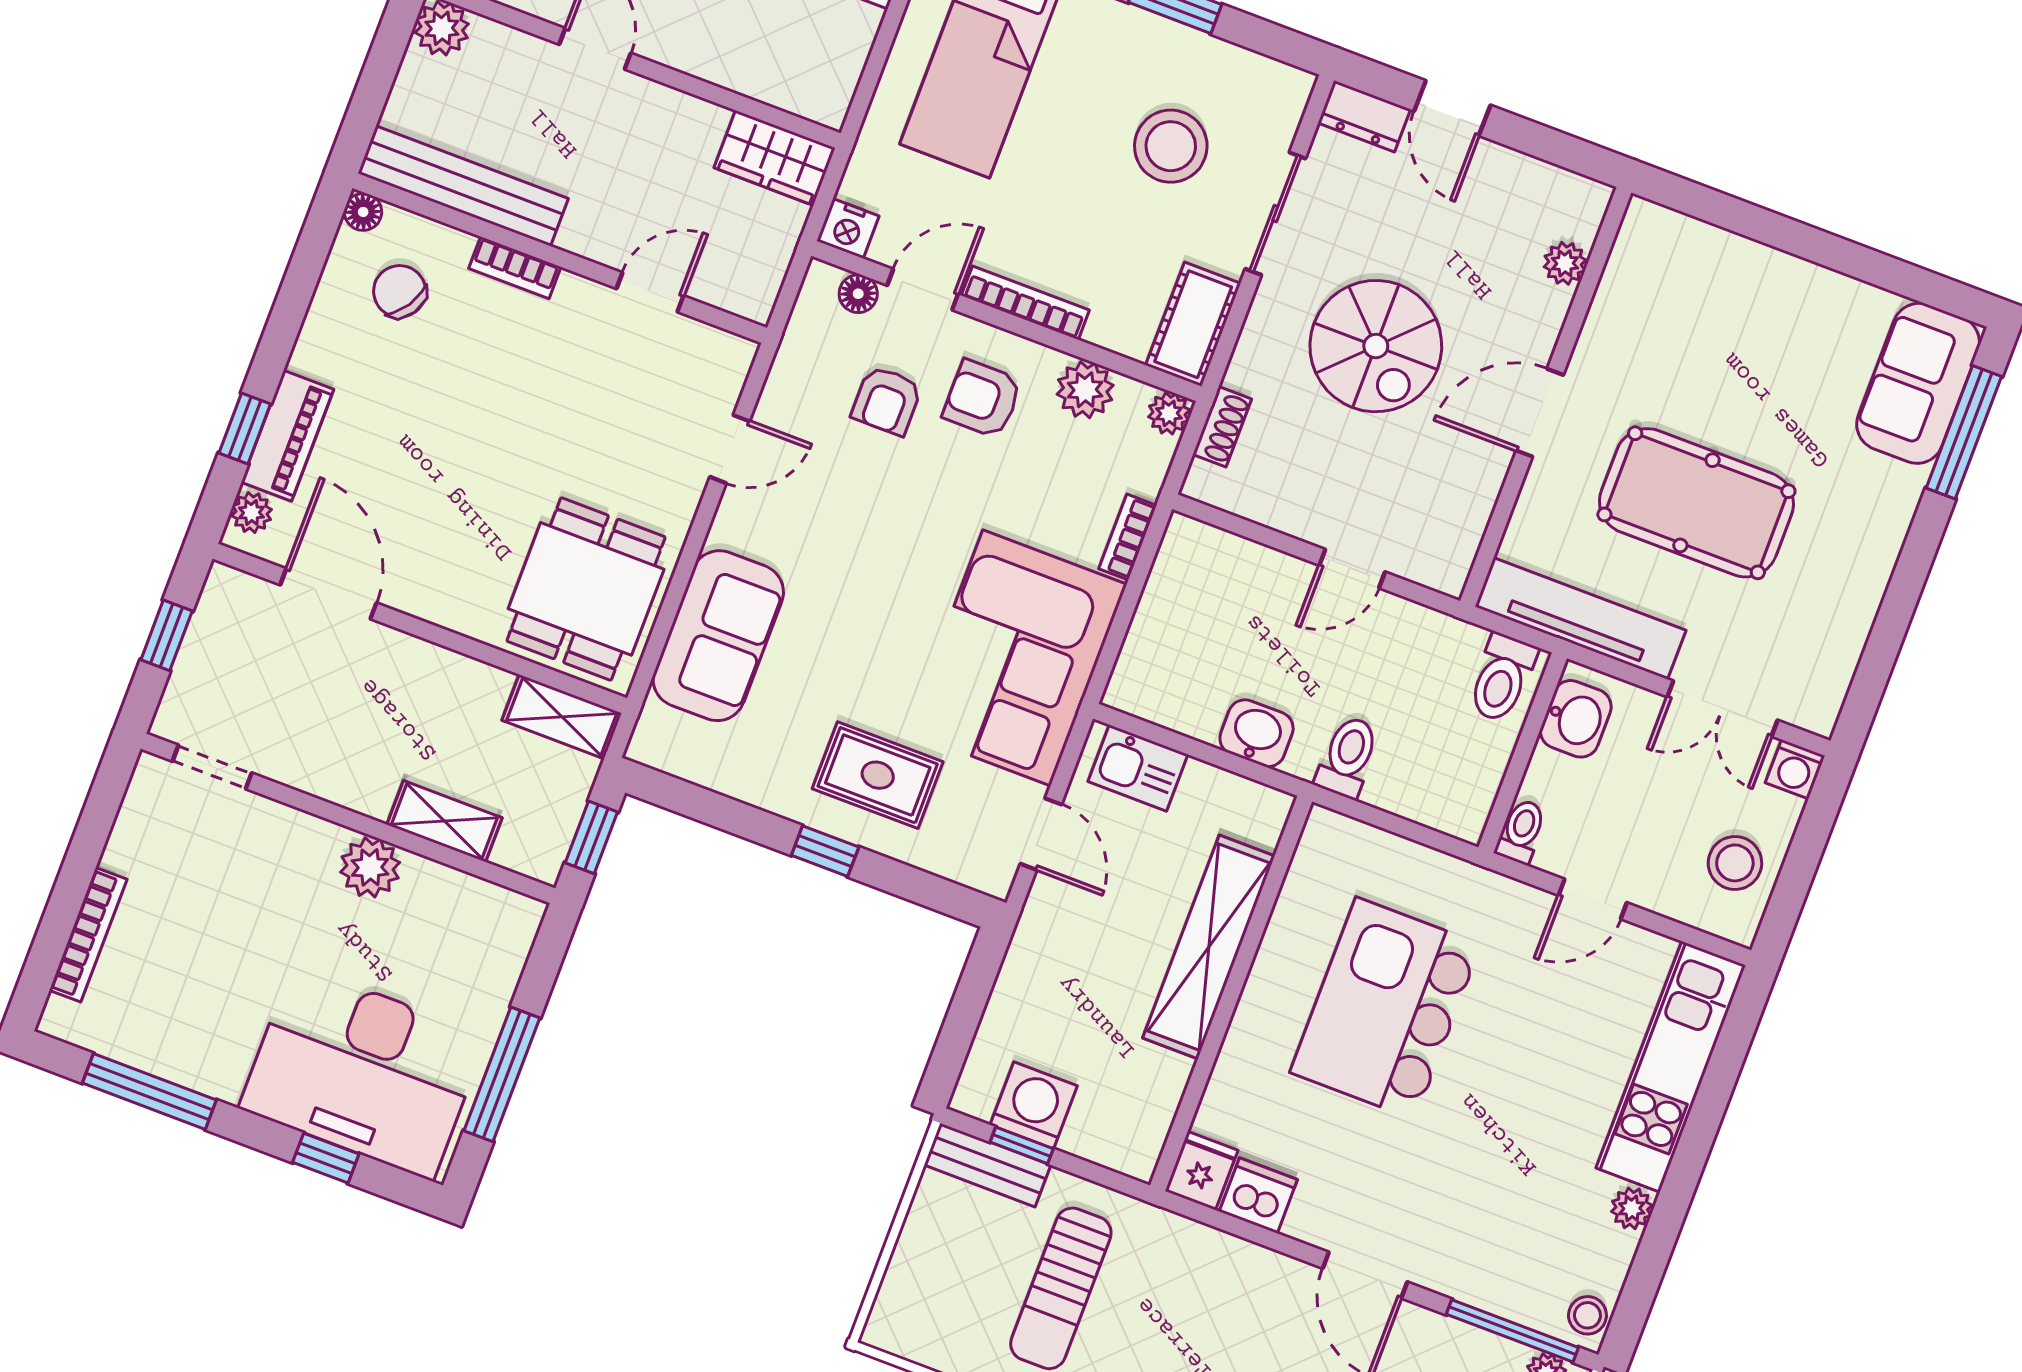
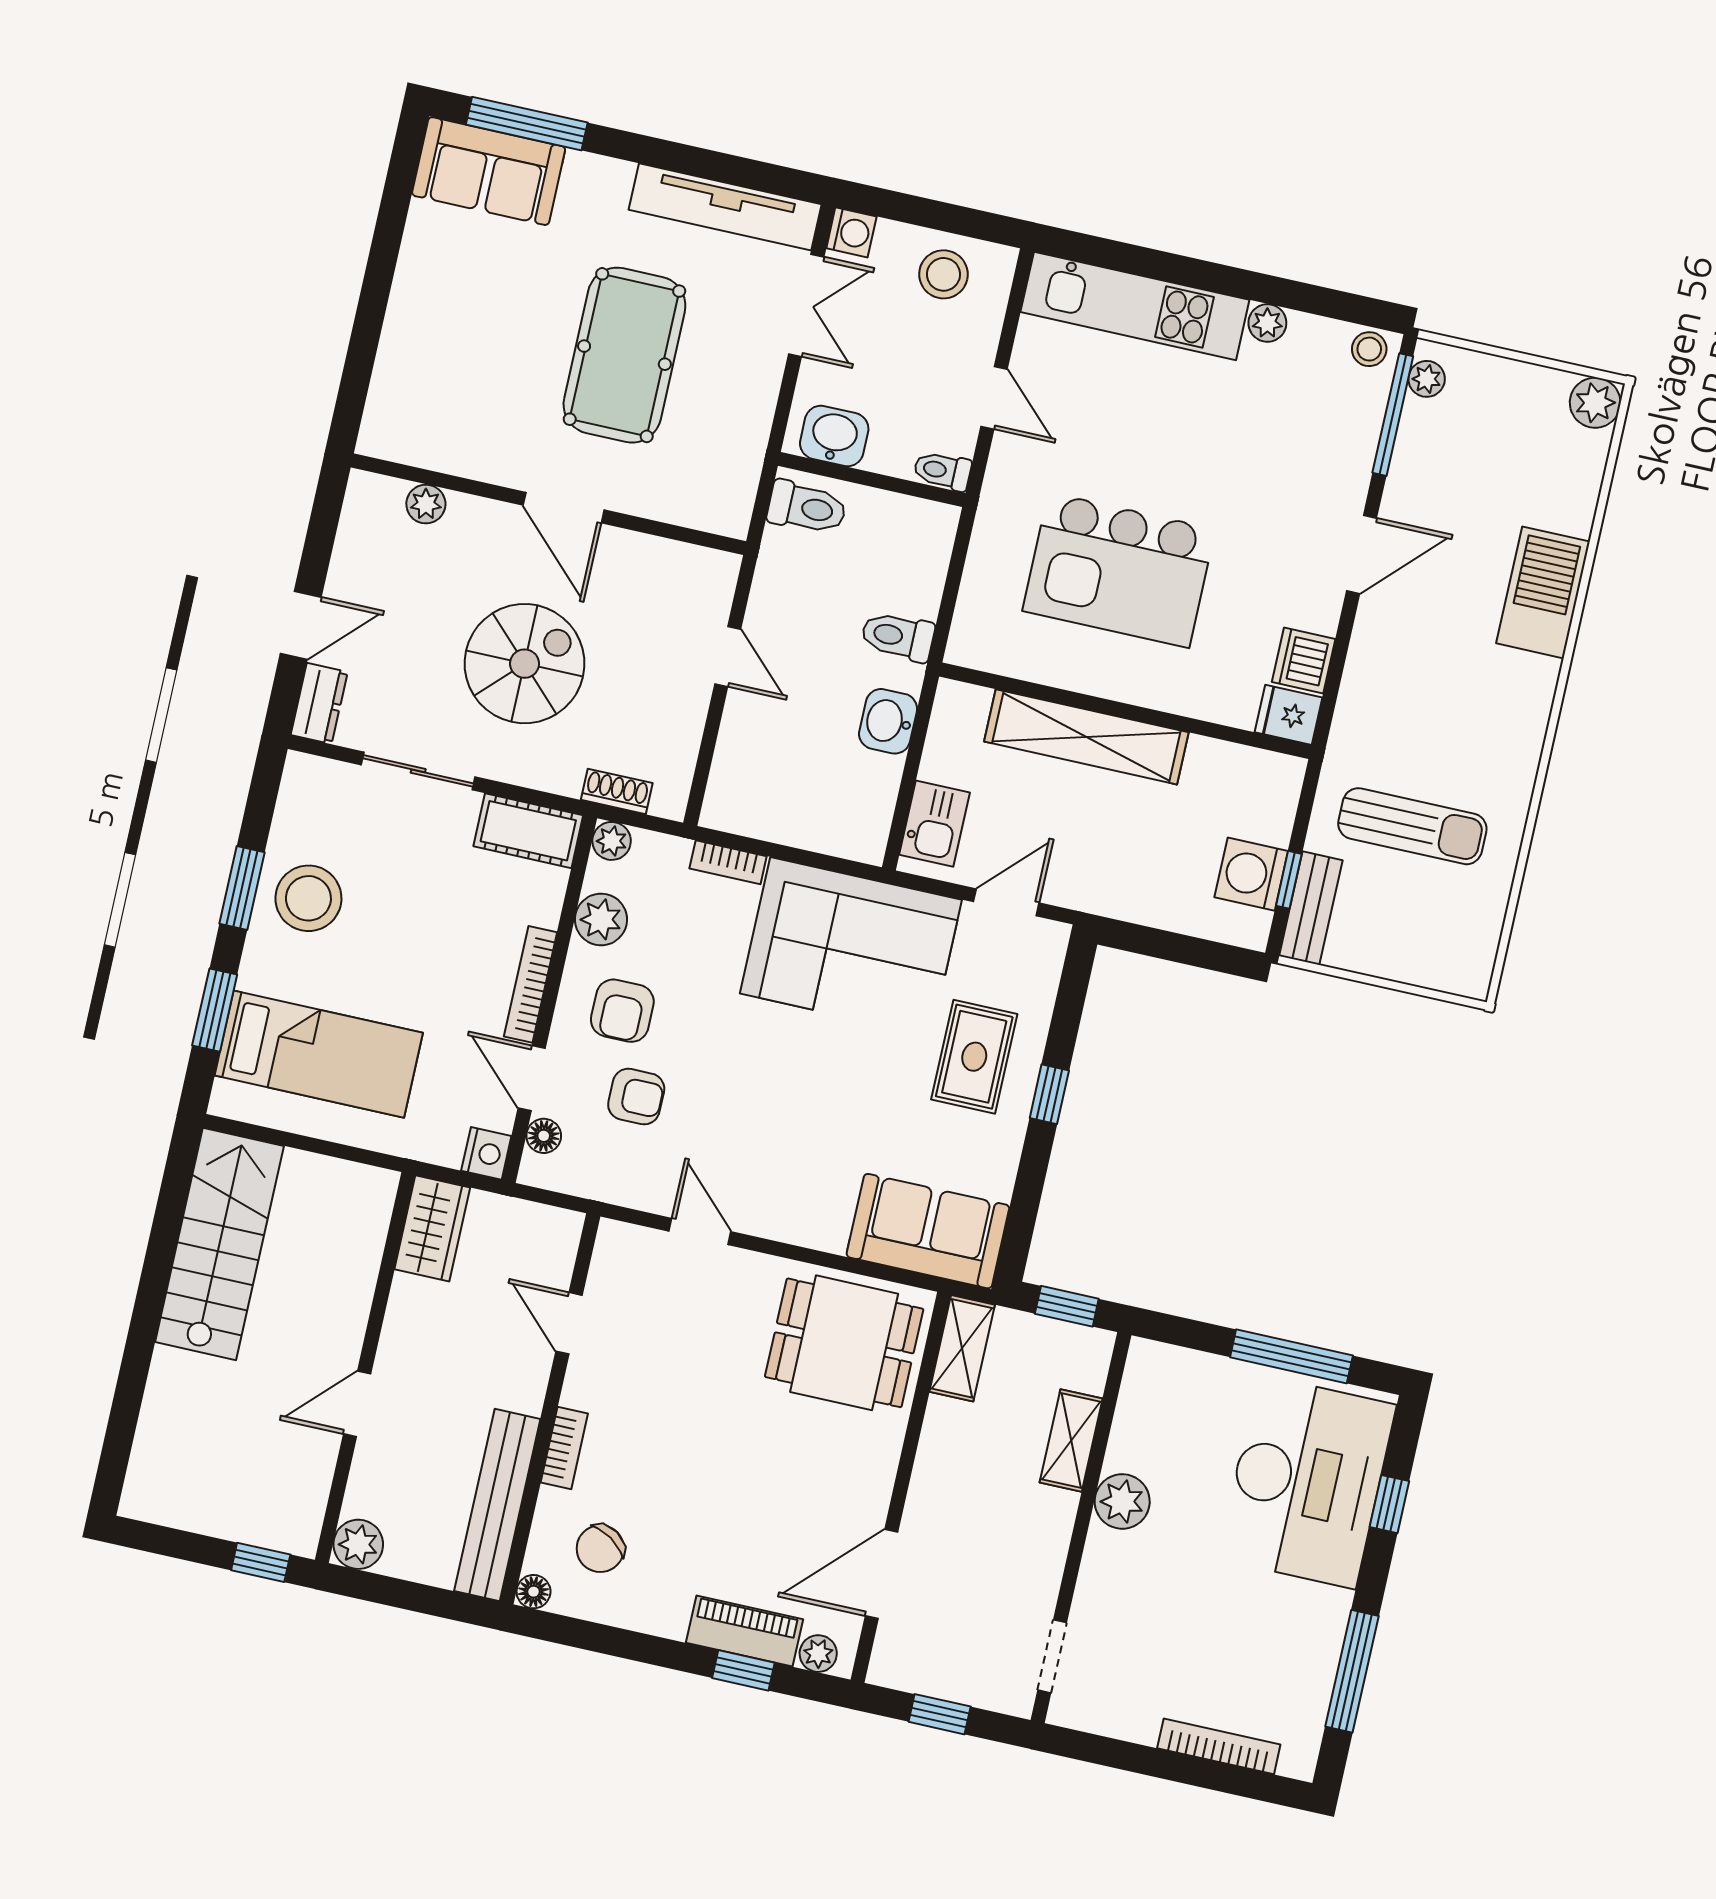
stool: (1171, 146) -> (308, 898), moved
tv unit: (1580, 618) -> (725, 207), moved, turned -90
sofa: (718, 636) -> (928, 1231), moved

